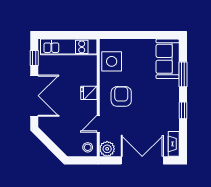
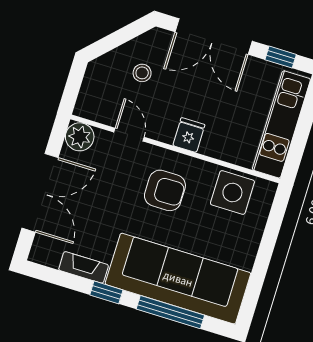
sofa: (168, 59) -> (178, 279), width x1.85, depth x1.27
window: (183, 74) -> (170, 312), width x1.44
fireplace: (174, 144) -> (84, 267), moved
stool: (88, 147) -> (142, 73), moved

